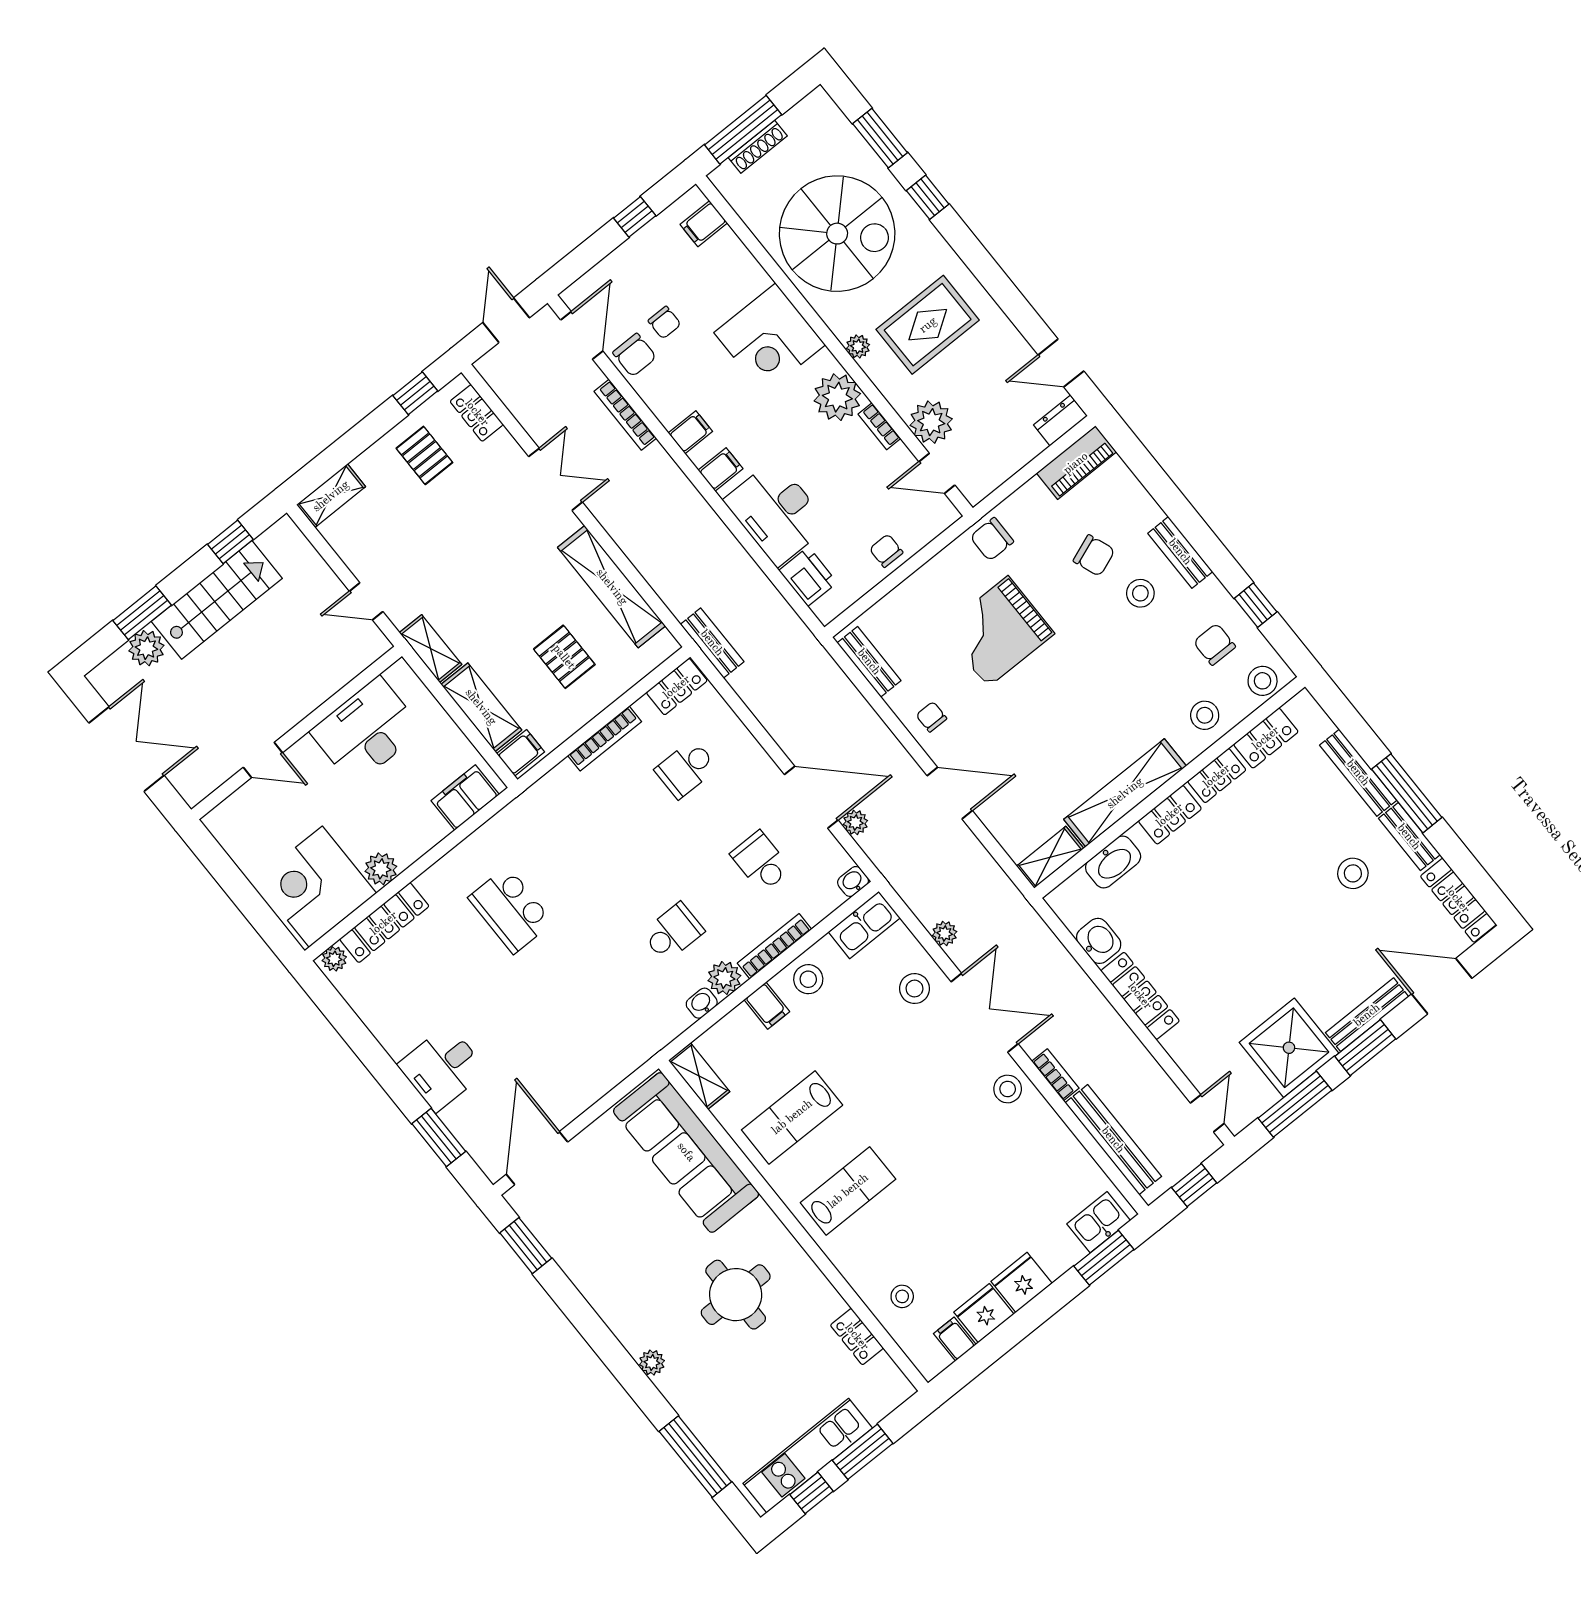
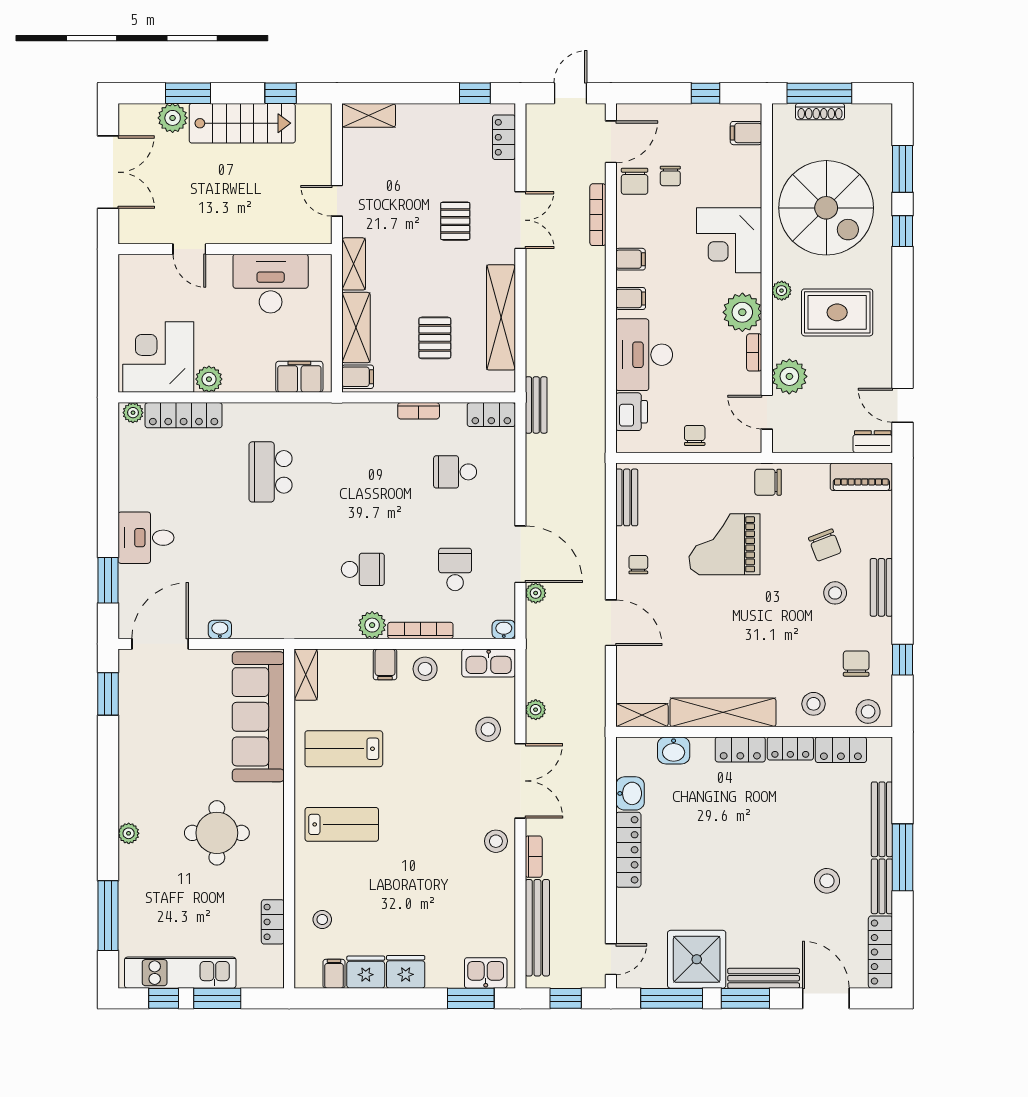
pallet: (424, 455) -> (455, 221), moved
bookcase: (605, 739) -> (419, 411), width x0.64
washbasin: (1113, 862) -> (674, 750), width x0.72
washbasin: (702, 1003) -> (220, 629), moved

